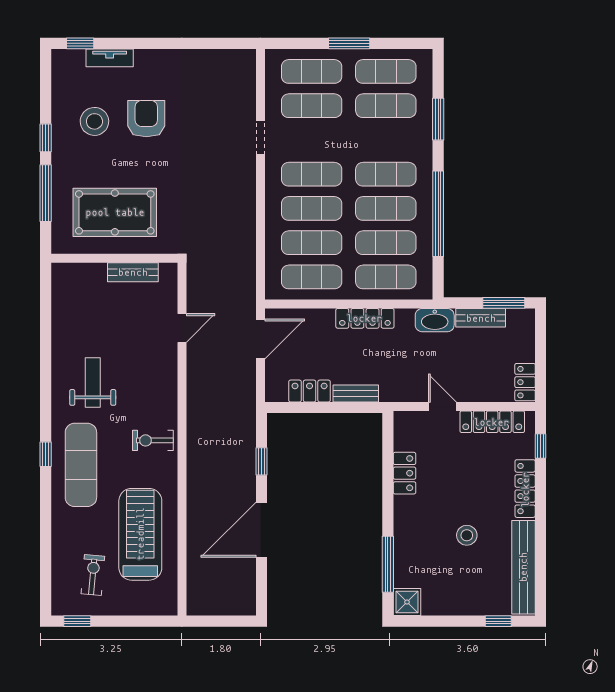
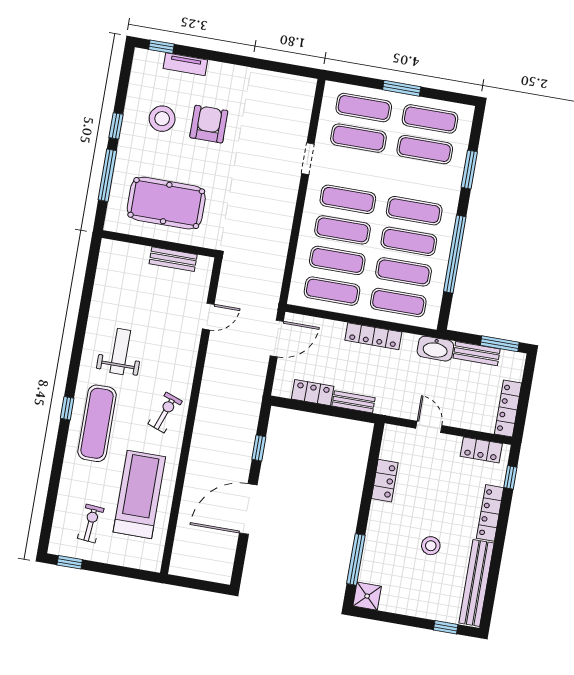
locker: (525, 382) -> (508, 409), width x1.53
locker: (492, 422) -> (481, 450), width x0.66
exercise bike: (153, 440) -> (165, 413), turned 110

